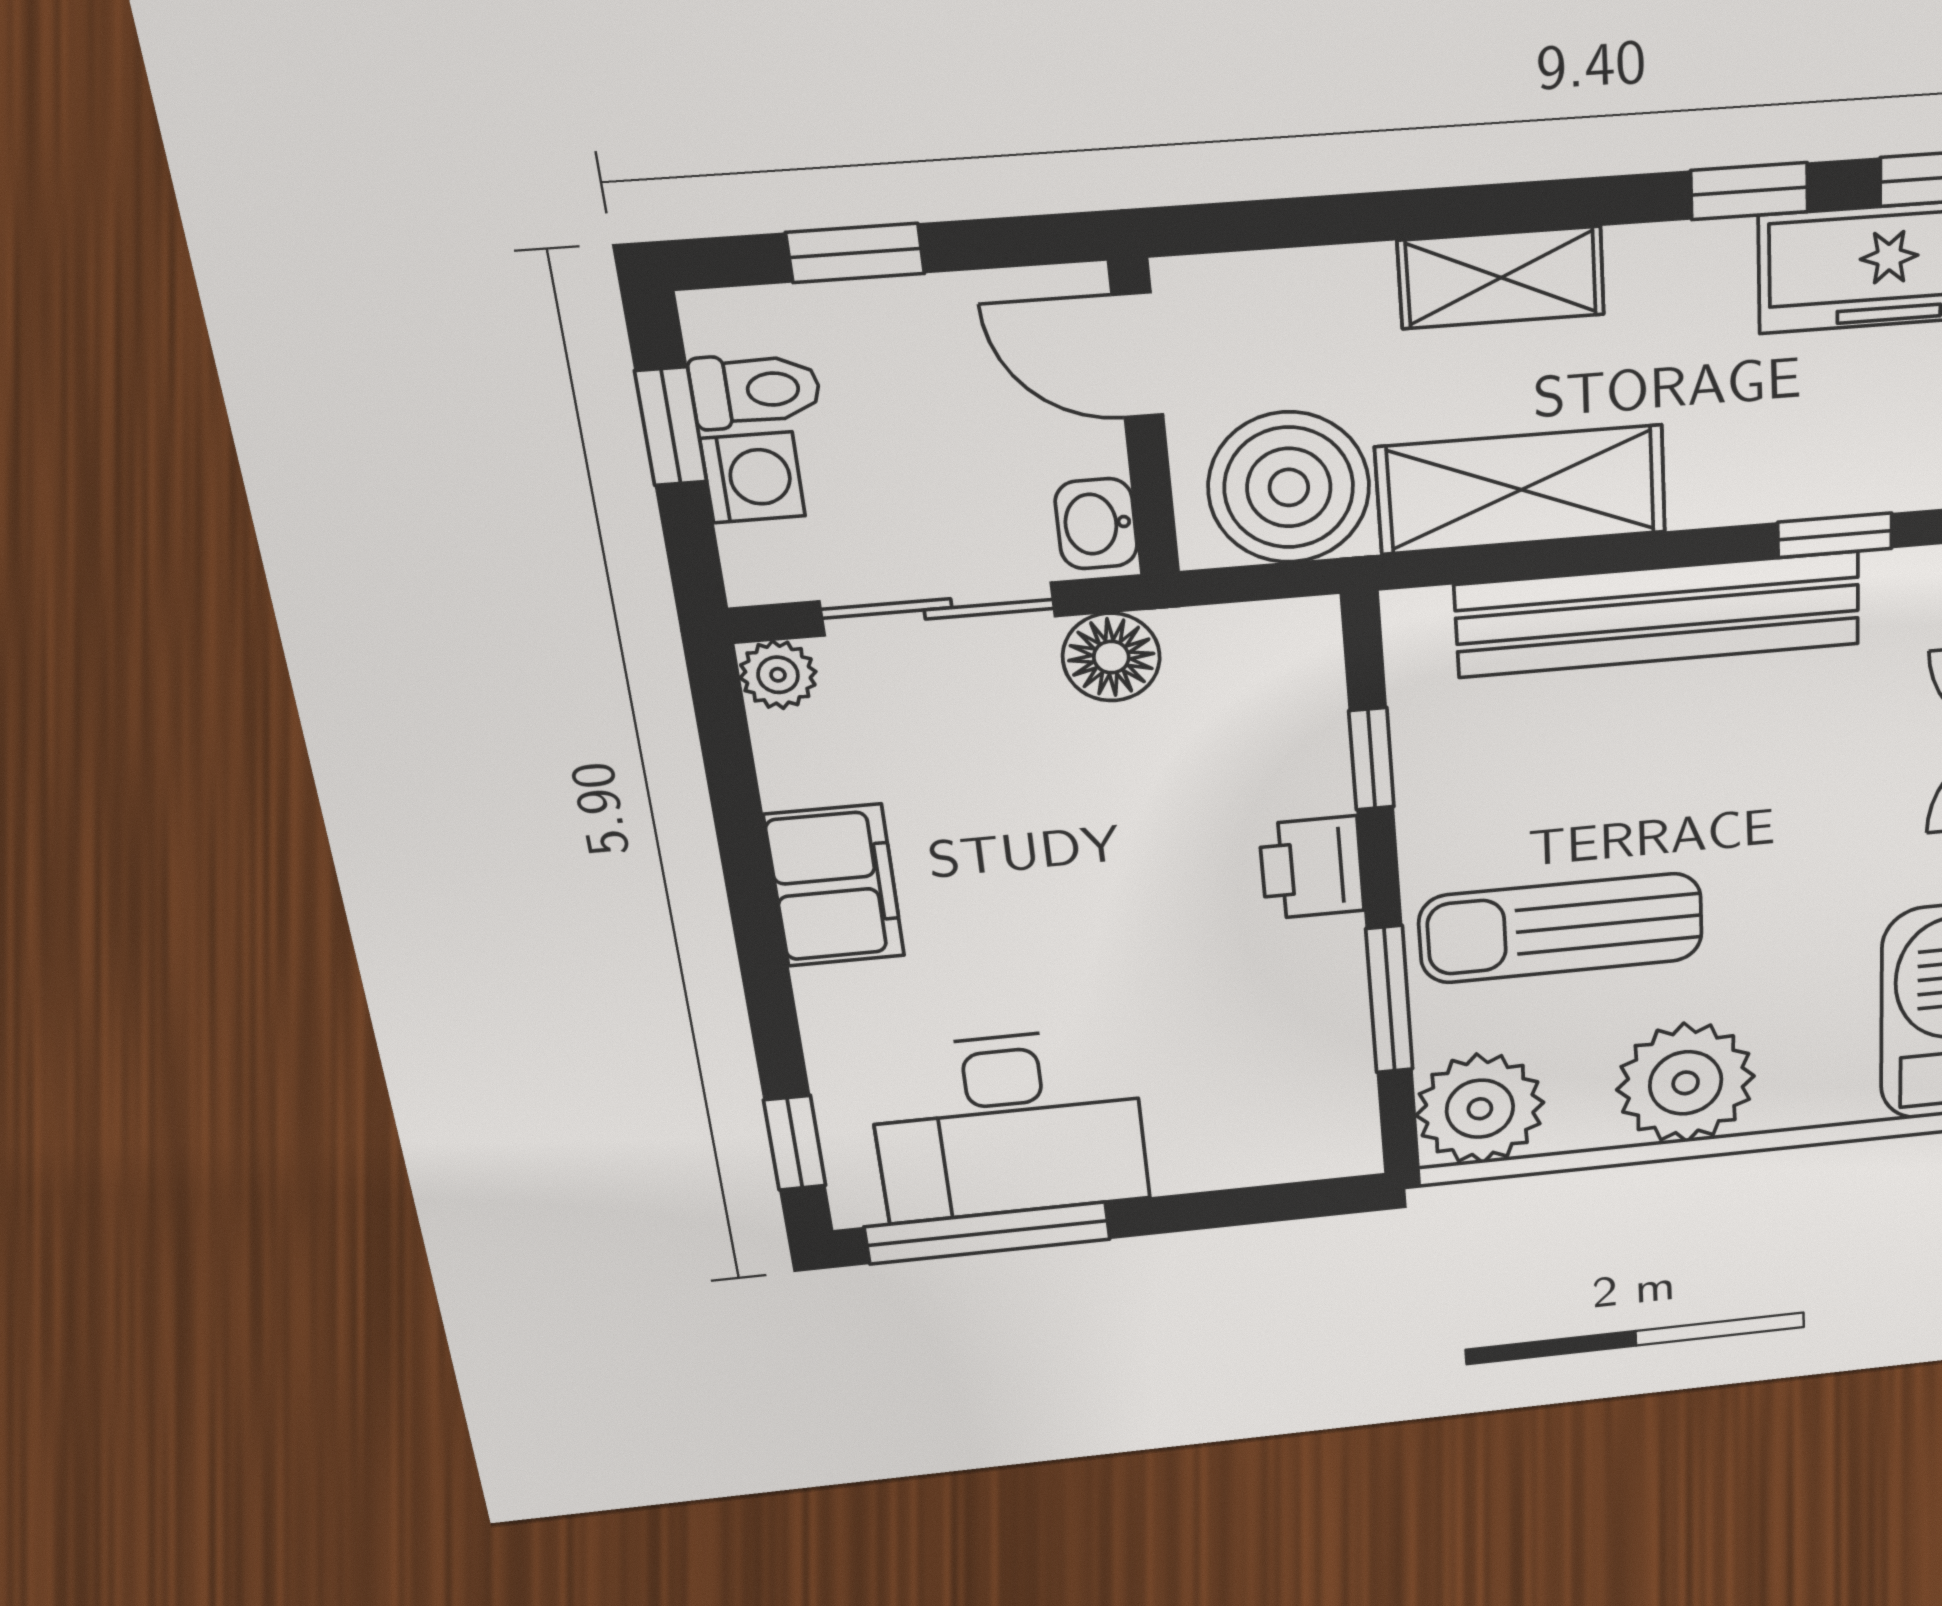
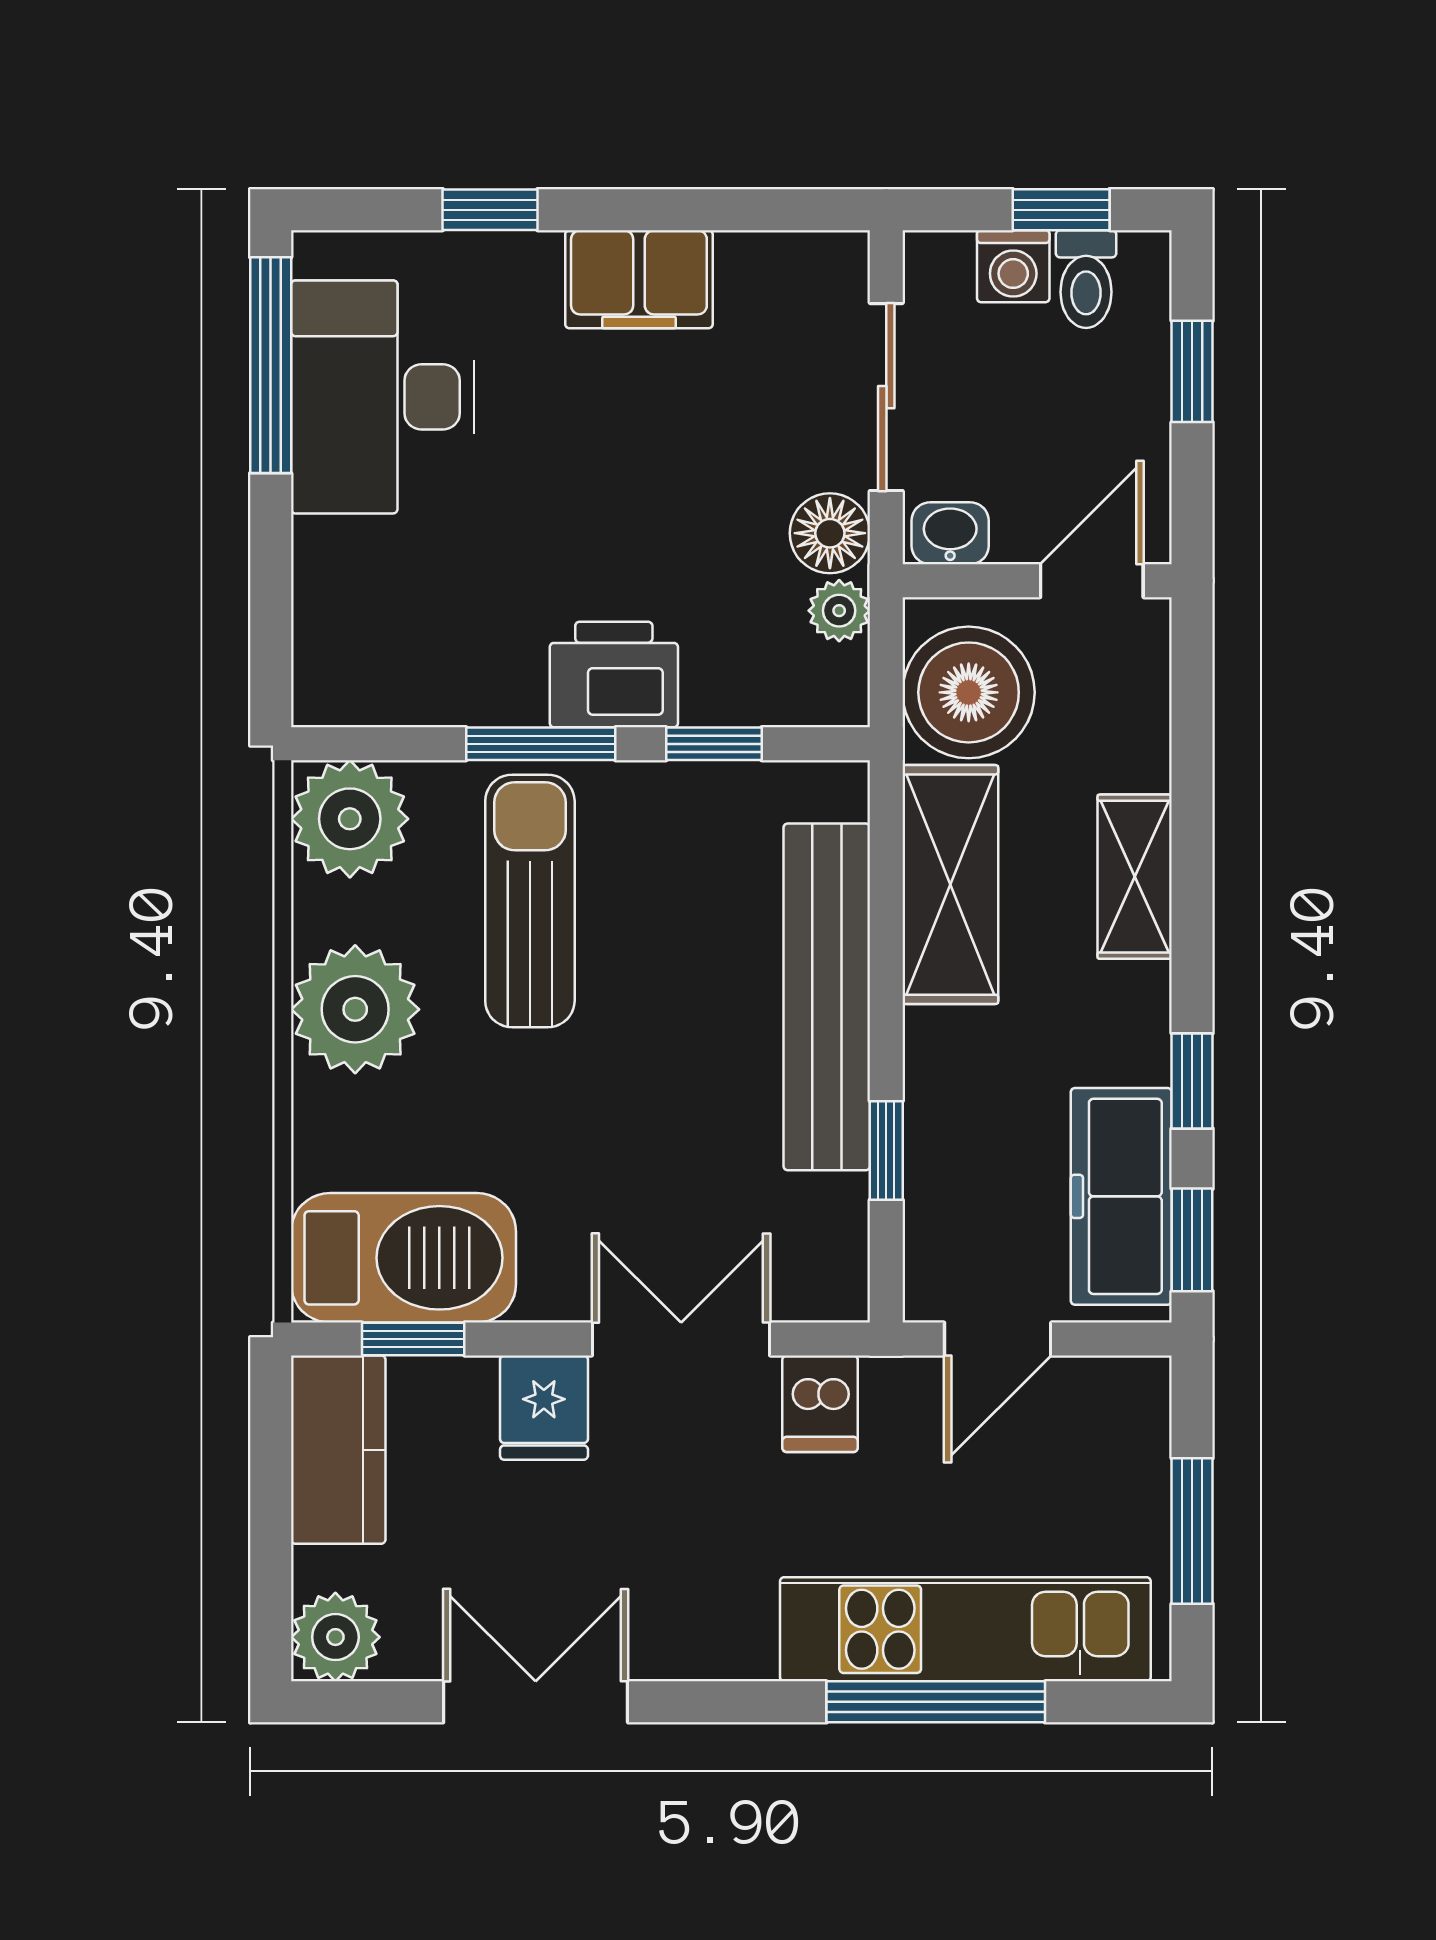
plant: (778, 675) -> (839, 611), moved
printer: (1312, 868) -> (614, 675), width x1.36, depth x1.24
window: (1389, 1000) -> (541, 744), moved
window: (795, 1143) -> (490, 210), moved

